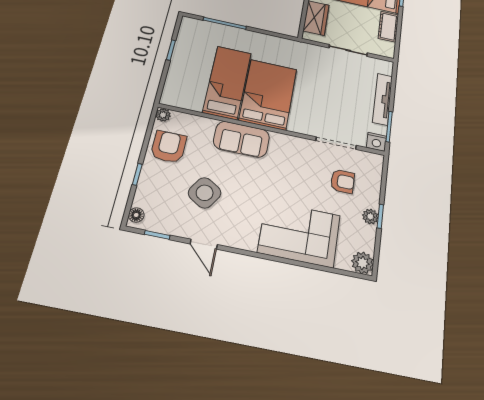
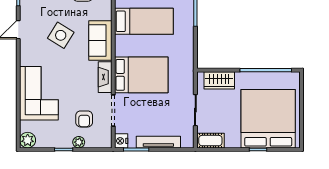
cot: (388, 27) -> (210, 141), moved
bed: (268, 94) -> (141, 75), moved
fireplace: (291, 144) -> (105, 77), added
side table: (205, 193) -> (61, 35), moved
plant: (370, 217) -> (79, 142), moved

